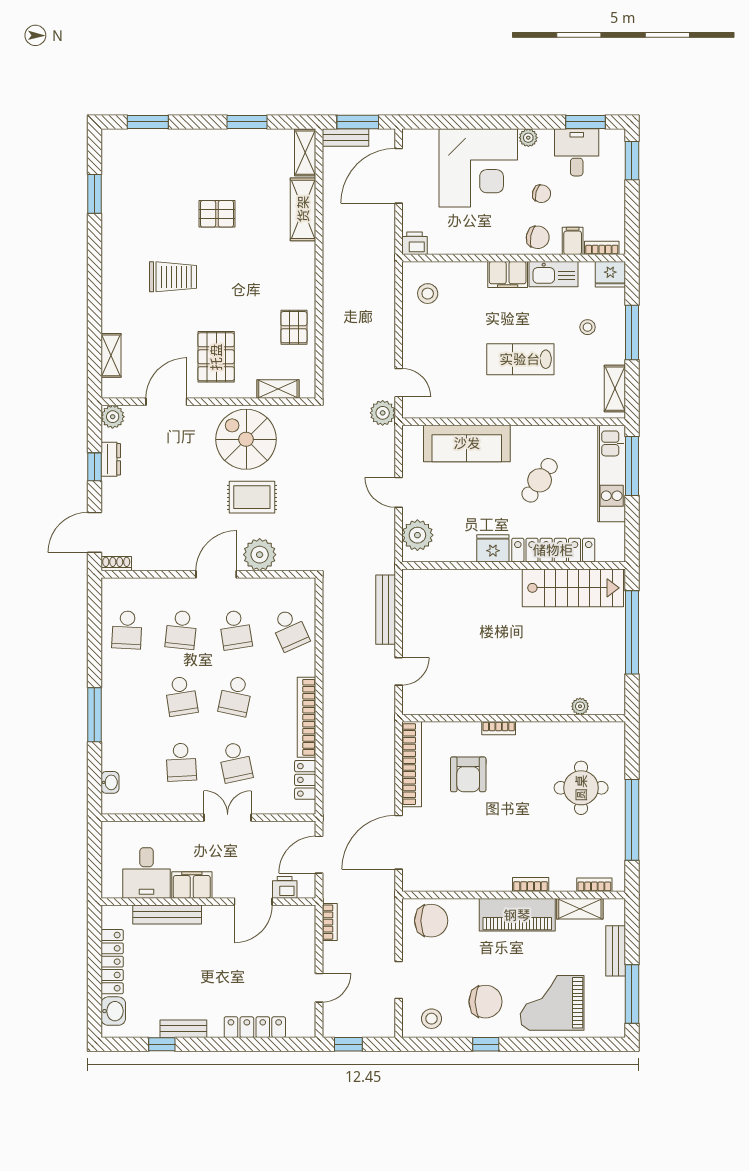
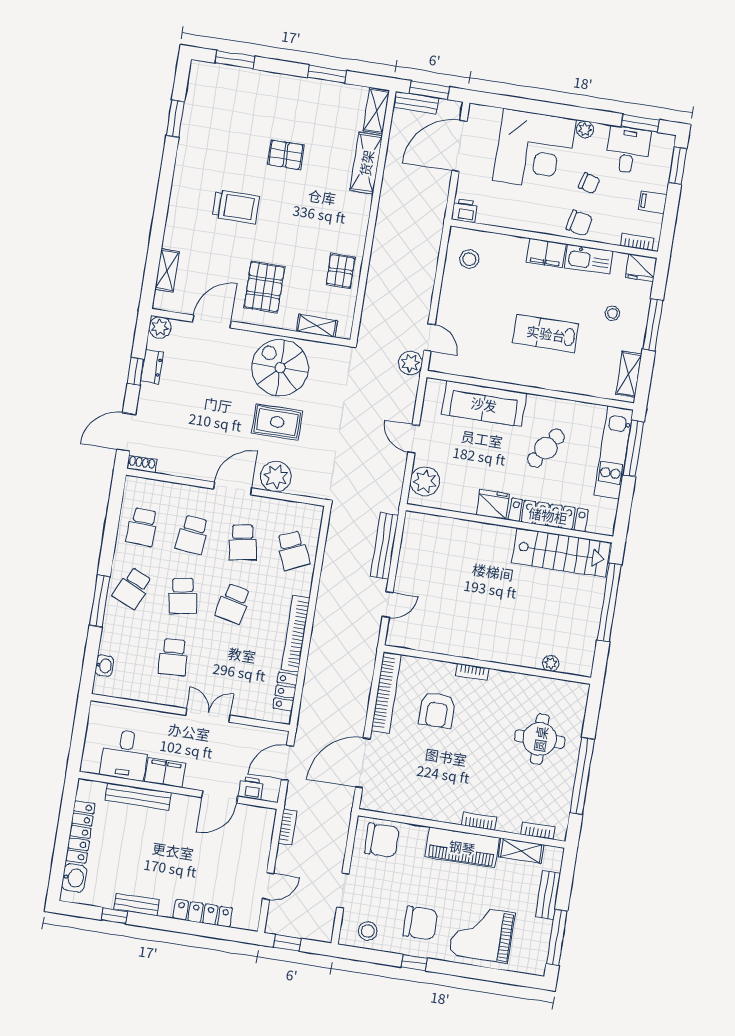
filing cabinet: (573, 241) -> (653, 202), moved, turned -90
school desk: (235, 762) -> (133, 588), moved, turned 36

